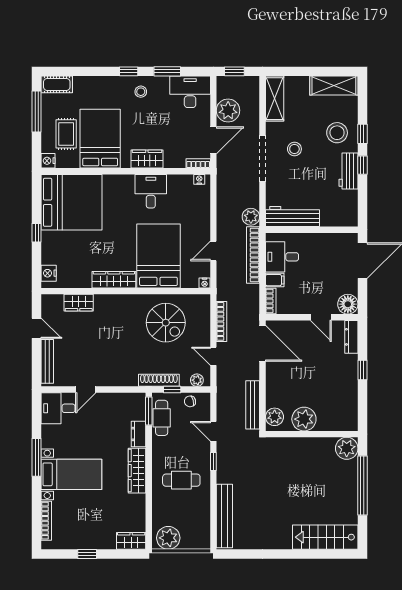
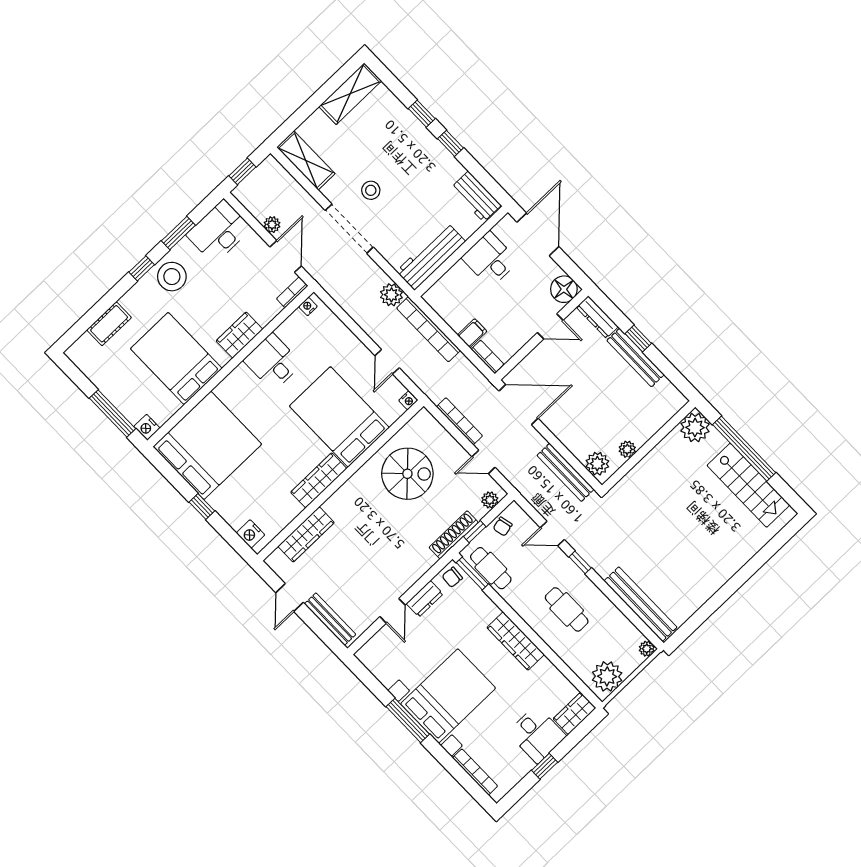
cot: (57, 84) -> (109, 324), moved
stool: (141, 92) -> (172, 277), width x1.89, depth x1.89
plant: (228, 110) -> (272, 225), width x0.53, depth x0.53
window: (37, 111) -> (112, 413), moved
stool: (337, 133) -> (396, 136), removed
rug: (66, 134) -> (140, 385), removed
workbench: (348, 171) -> (476, 197), moved
desk: (282, 257) -> (490, 259), moved, turned 90
wardrobe: (79, 303) -> (306, 534), width x1.50
door: (37, 328) -> (289, 597), swing flipped
bench: (351, 379) -> (636, 358), added
chair: (136, 403) -> (452, 577), added
desk: (58, 408) -> (537, 734), moved, turned -90
plant: (304, 419) -> (627, 449), width x0.53, depth x0.53
dresser: (139, 434) -> (425, 599), moved, turned -90
bed with nightstands: (71, 474) -> (448, 696), width x1.36
cafe table: (181, 480) -> (567, 609), turned 90
stairs: (325, 537) -> (748, 485), moved, turned -90
plant: (204, 544) -> (647, 649), added

